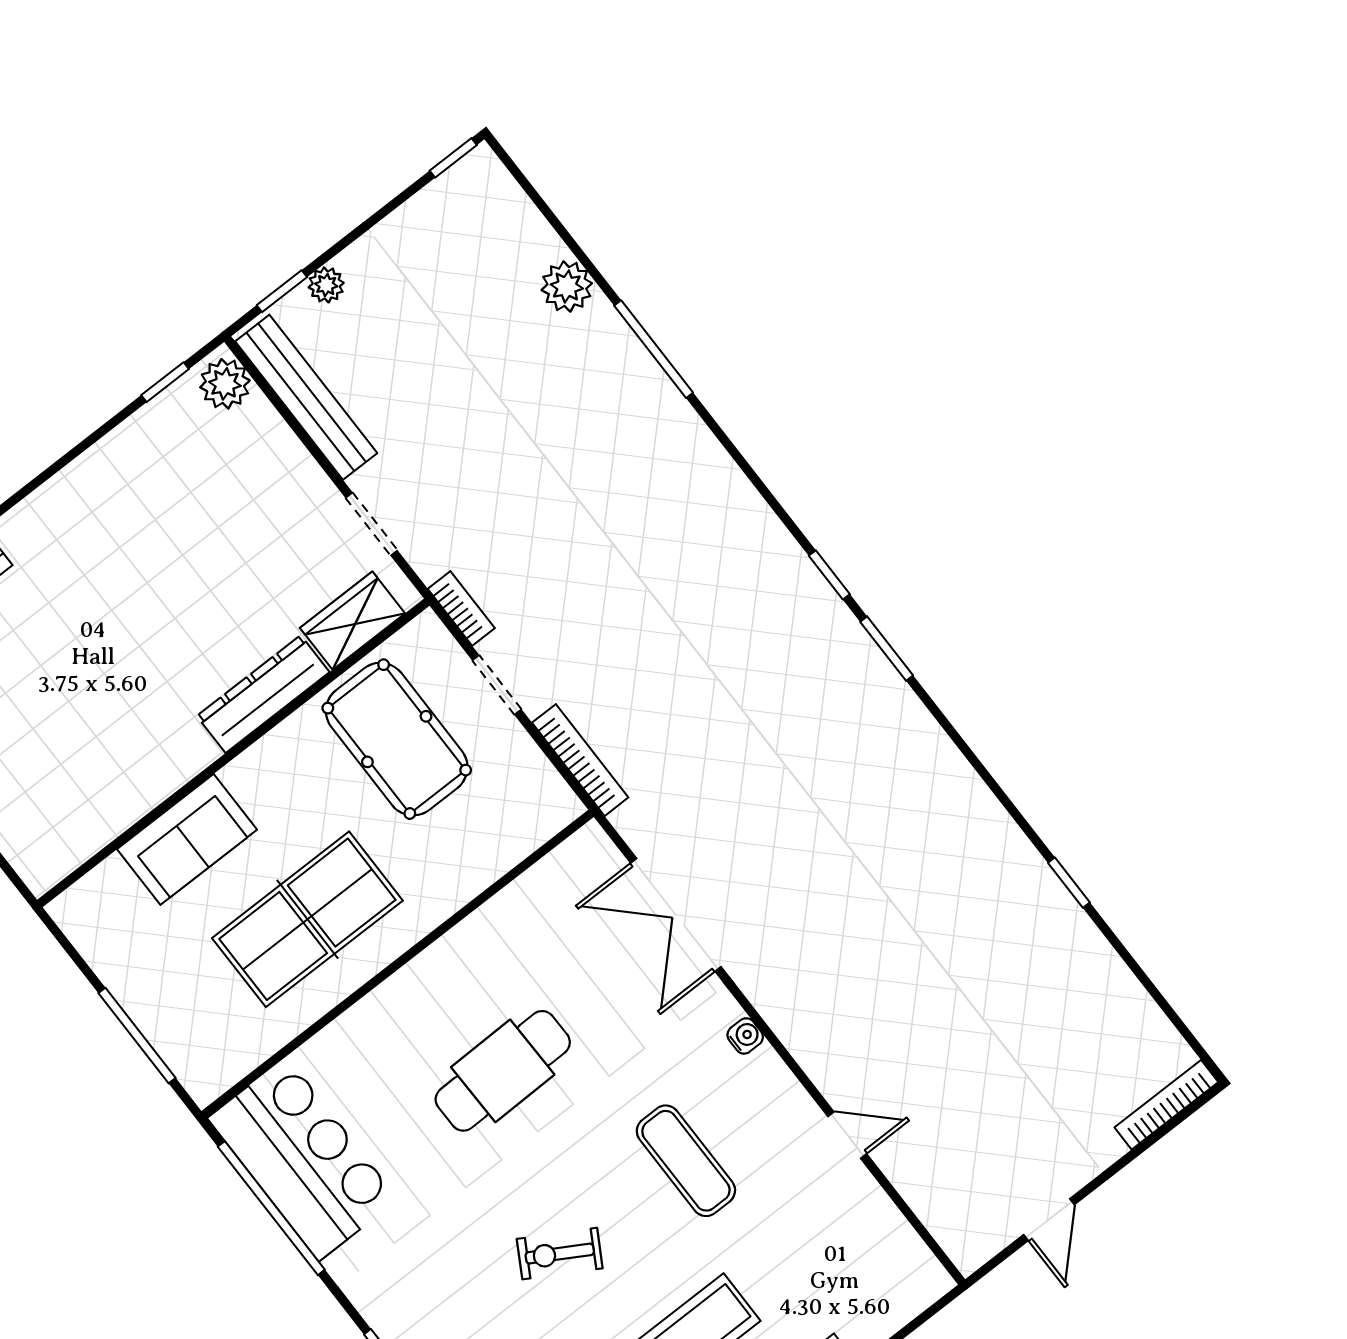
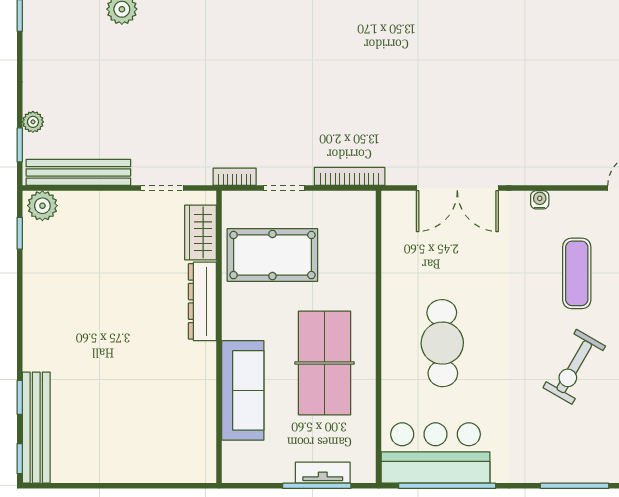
sofa: (187, 839) -> (243, 390), width x1.36
tv unit: (160, 1030) -> (323, 473), added
cafe table: (503, 1071) -> (442, 343), moved
exercise mat: (686, 1161) -> (577, 273), turned 90
exercise bike: (560, 1254) -> (574, 367), width x1.38, depth x1.39

